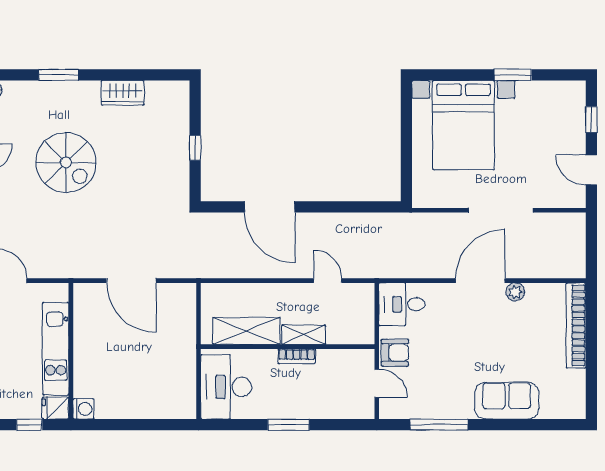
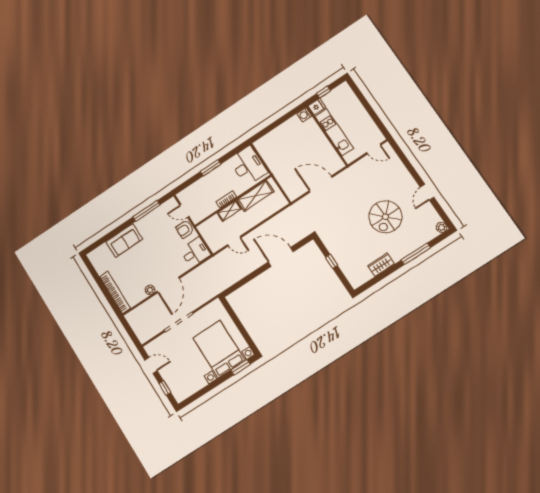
window: (59, 75) -> (416, 254), width x1.44
window: (513, 75) -> (241, 367), moved
spiral stairs: (66, 162) -> (385, 217), turned -90

